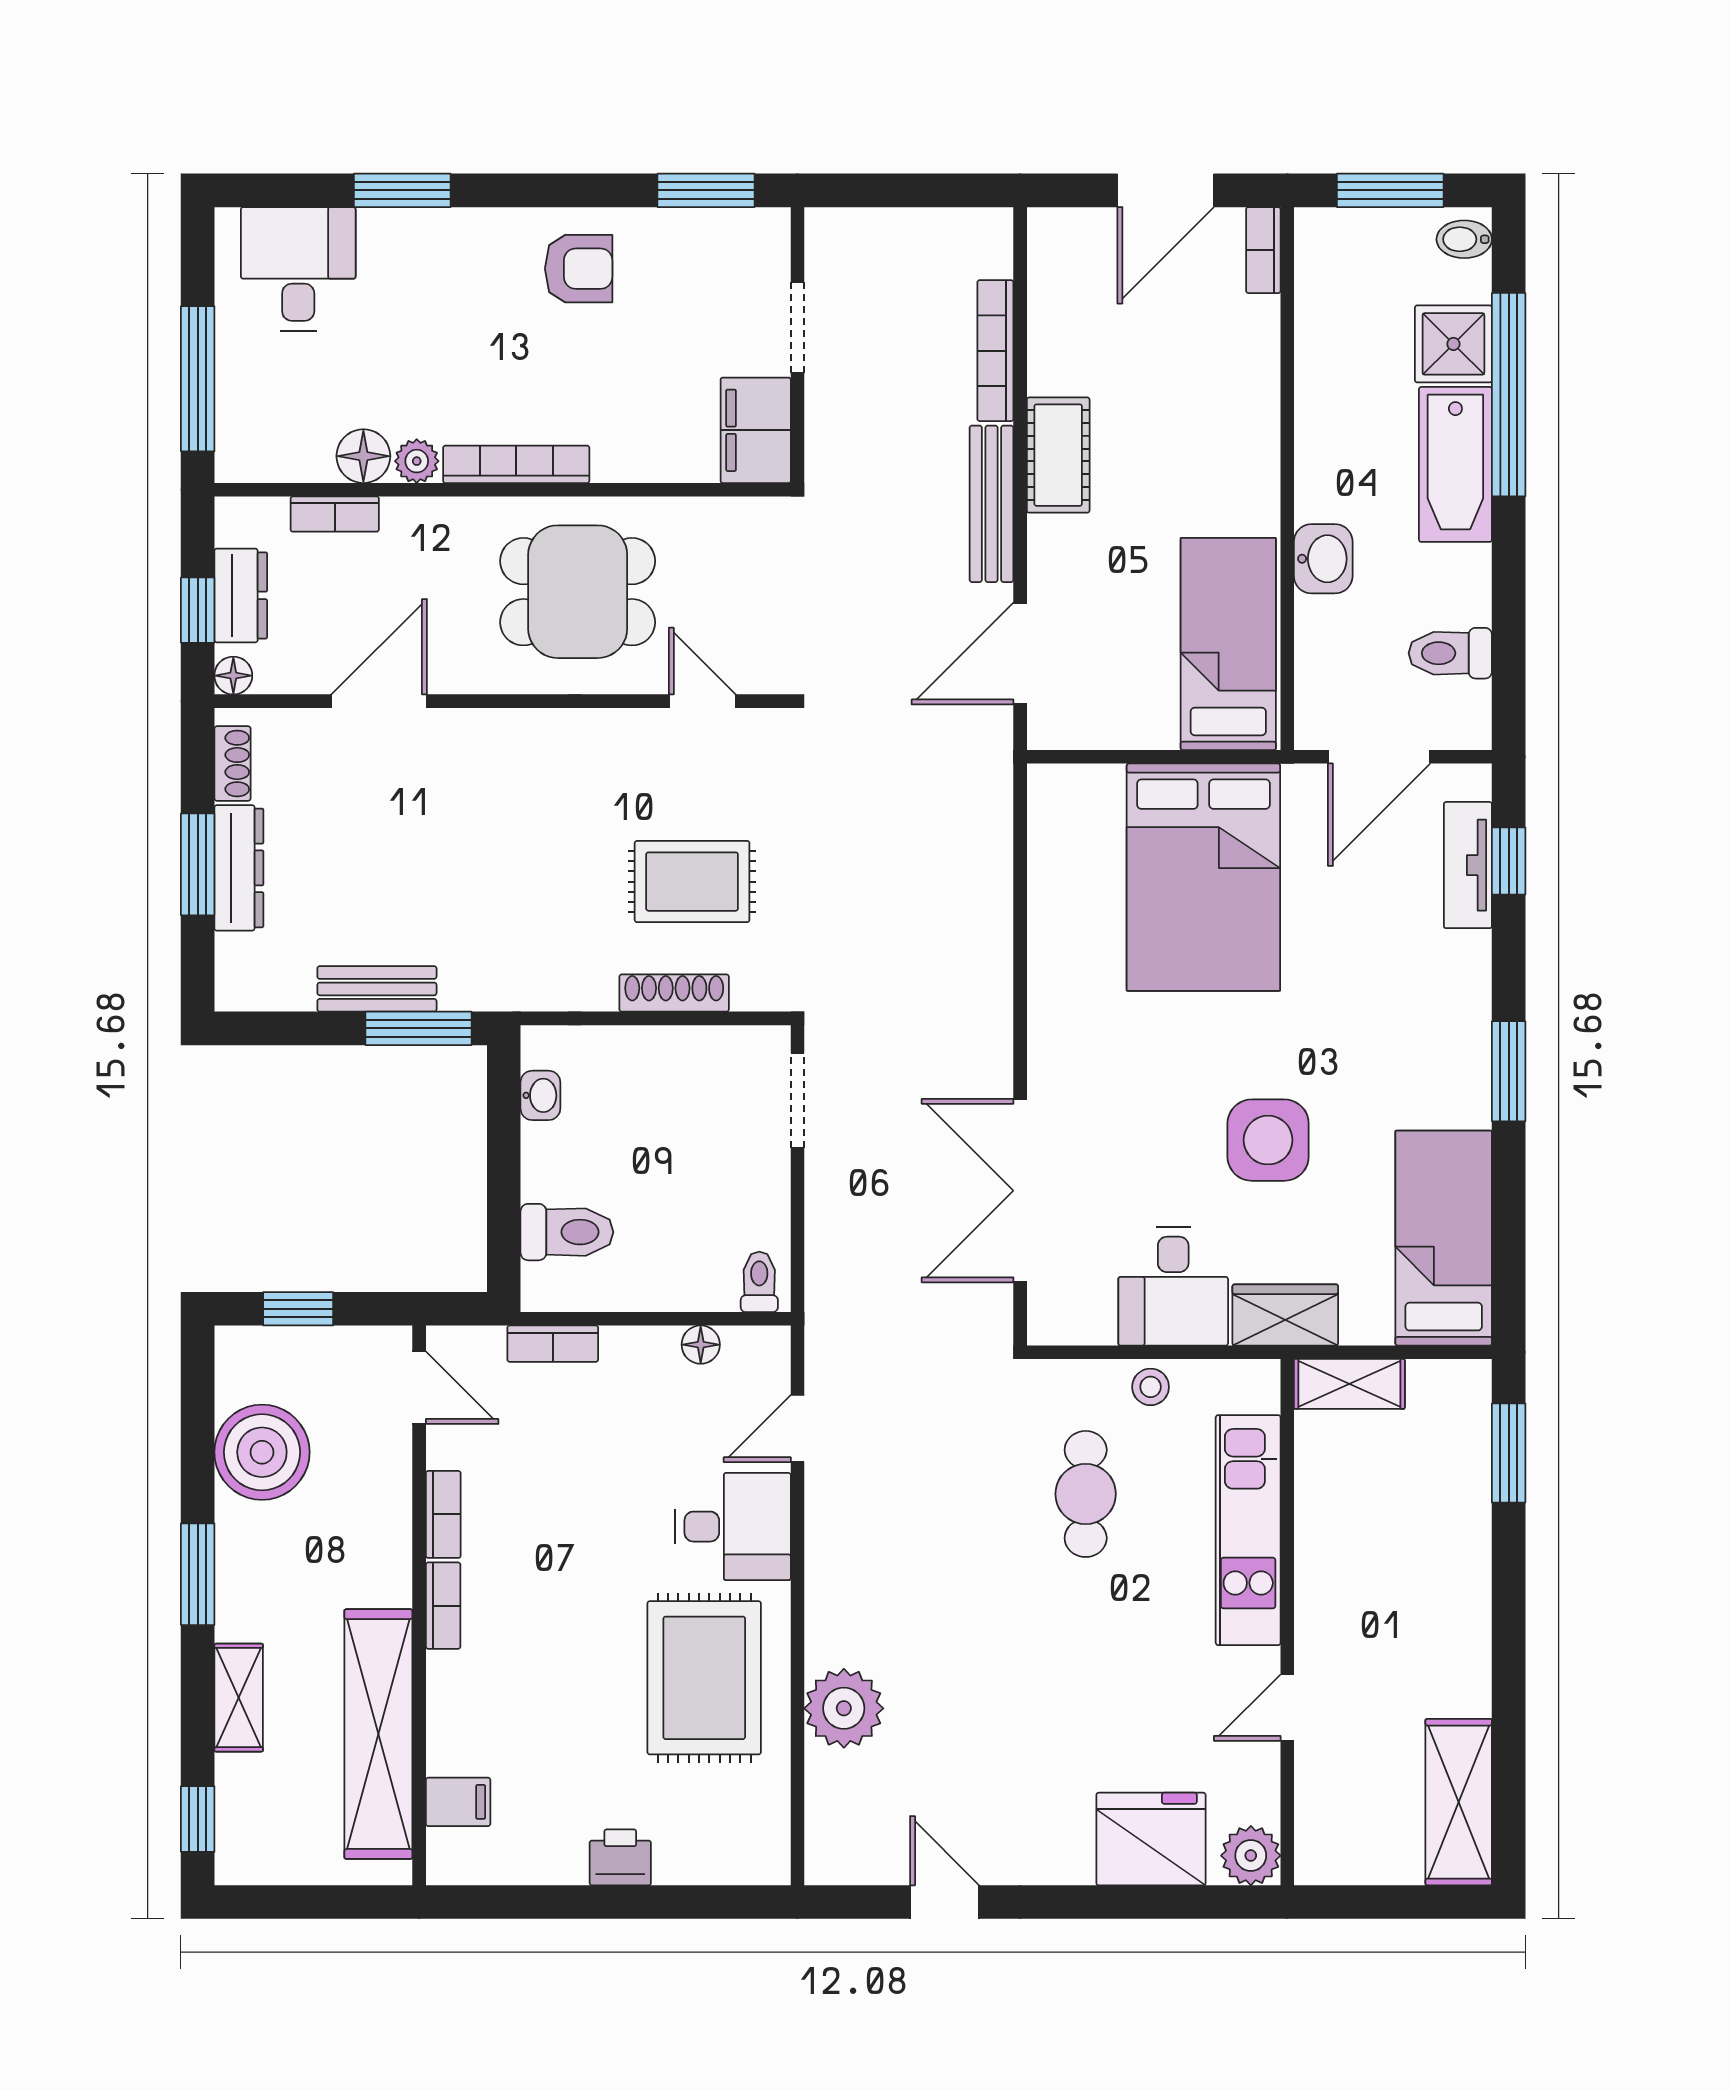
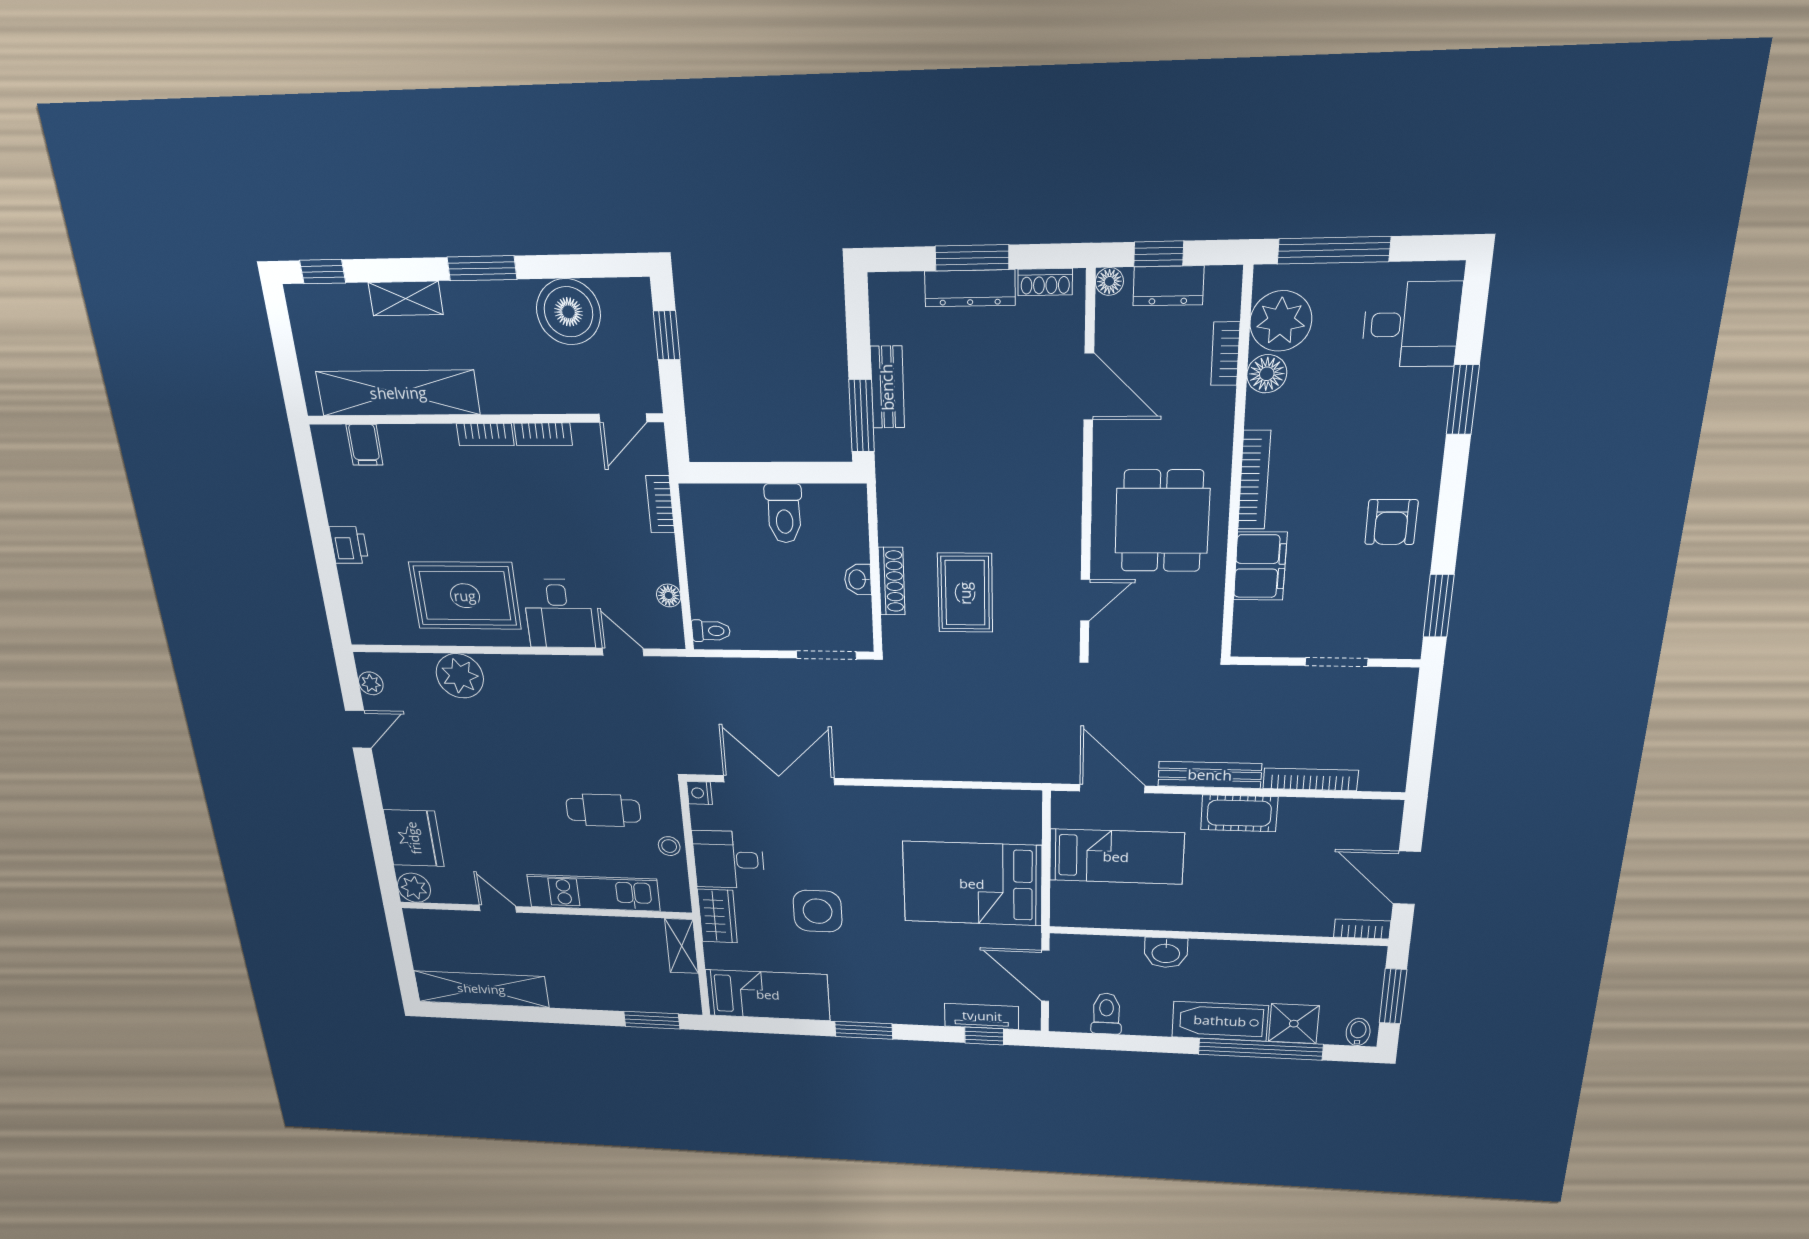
filing cabinet: (756, 430) -> (1260, 566), moved, turned 90
plant: (417, 461) -> (1281, 321), moved, width x1.87, depth x1.87
bed: (1228, 644) -> (1116, 857), moved
washbasin: (540, 1095) -> (858, 579), moved, turned 90
toilet: (567, 1232) -> (784, 513), moved
nightstand: (1048, 1326) -> (699, 793), added
shelving: (1459, 1802) -> (481, 989), width x1.47
plant: (860, 1864) -> (371, 683), added

